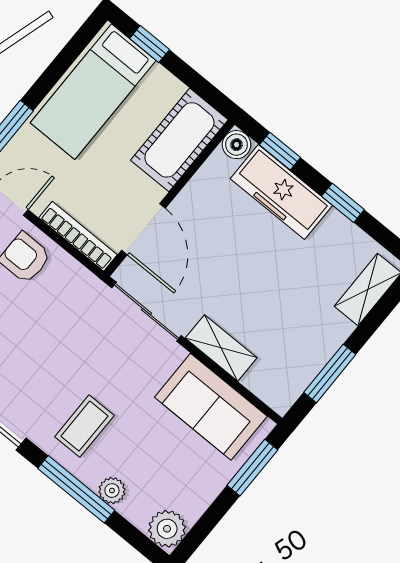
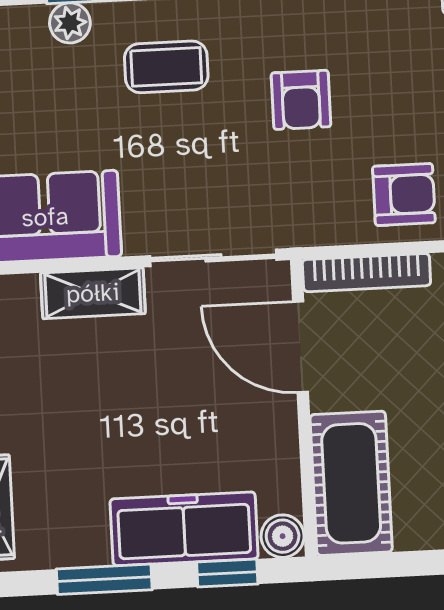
window: (343, 203) -> (104, 579), width x1.50
armchair: (33, 350) -> (301, 100), added
coffee table: (84, 426) -> (166, 67), turned 90

